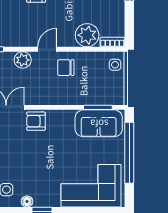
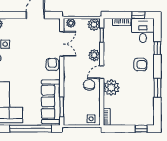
plant: (87, 35) -> (111, 88), moved
door: (47, 49) -> (102, 72), swing flipped
sofa: (99, 123) -> (51, 102), width x1.36

